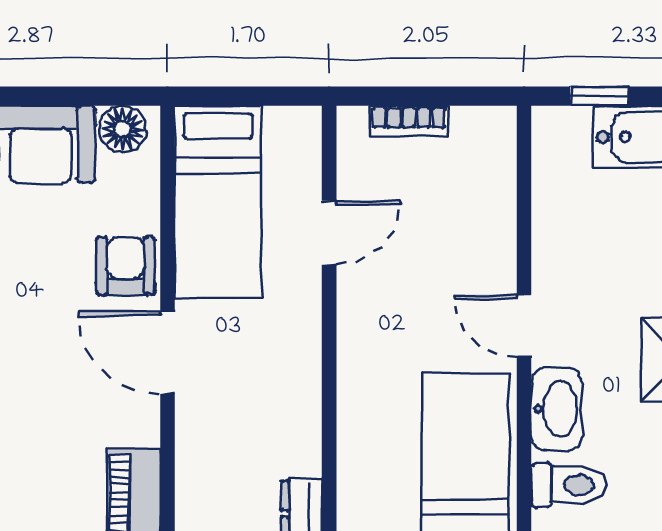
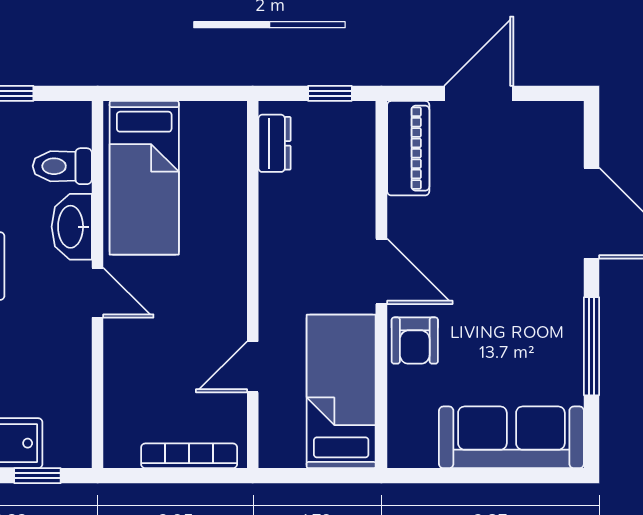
bookcase: (409, 121) -> (189, 456), width x1.56
floor lamp: (122, 129) -> (417, 449), removed

